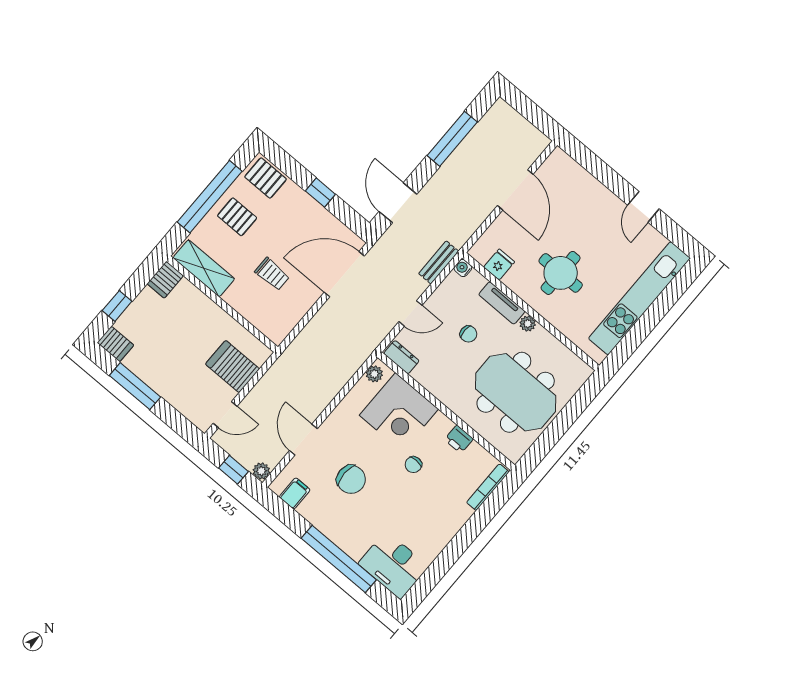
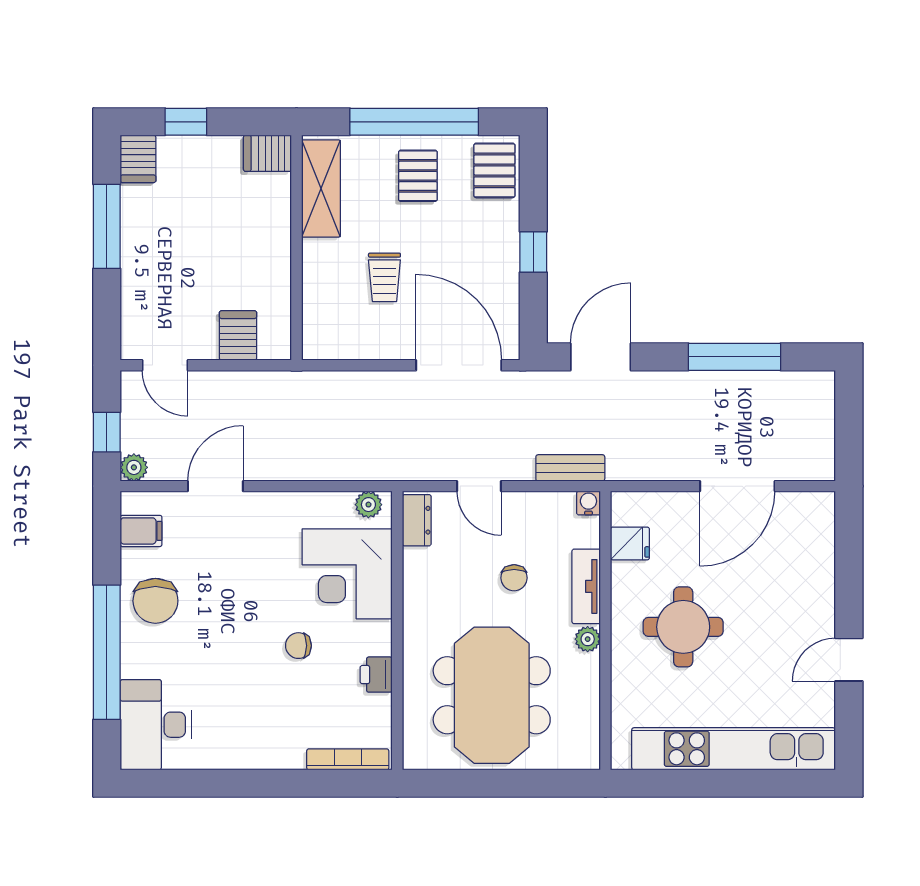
server rack: (232, 367) -> (238, 335), width x0.73, depth x0.70
chair: (351, 479) -> (155, 601), moved

